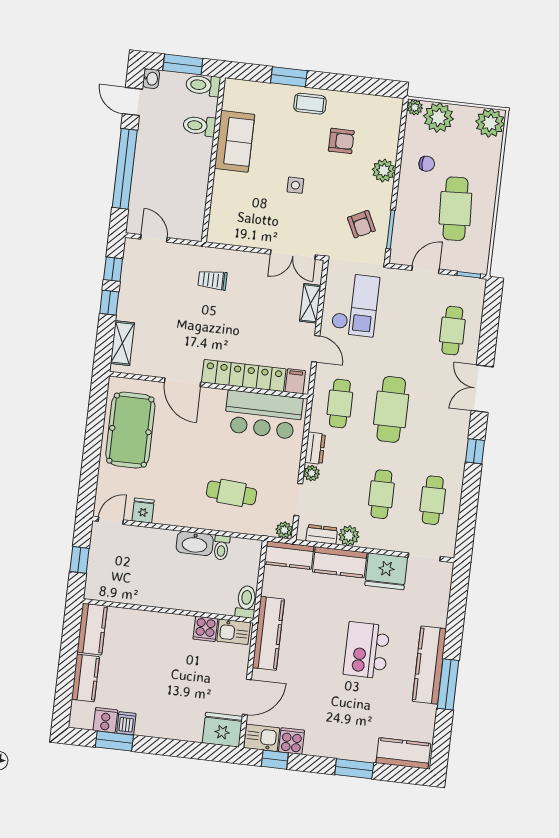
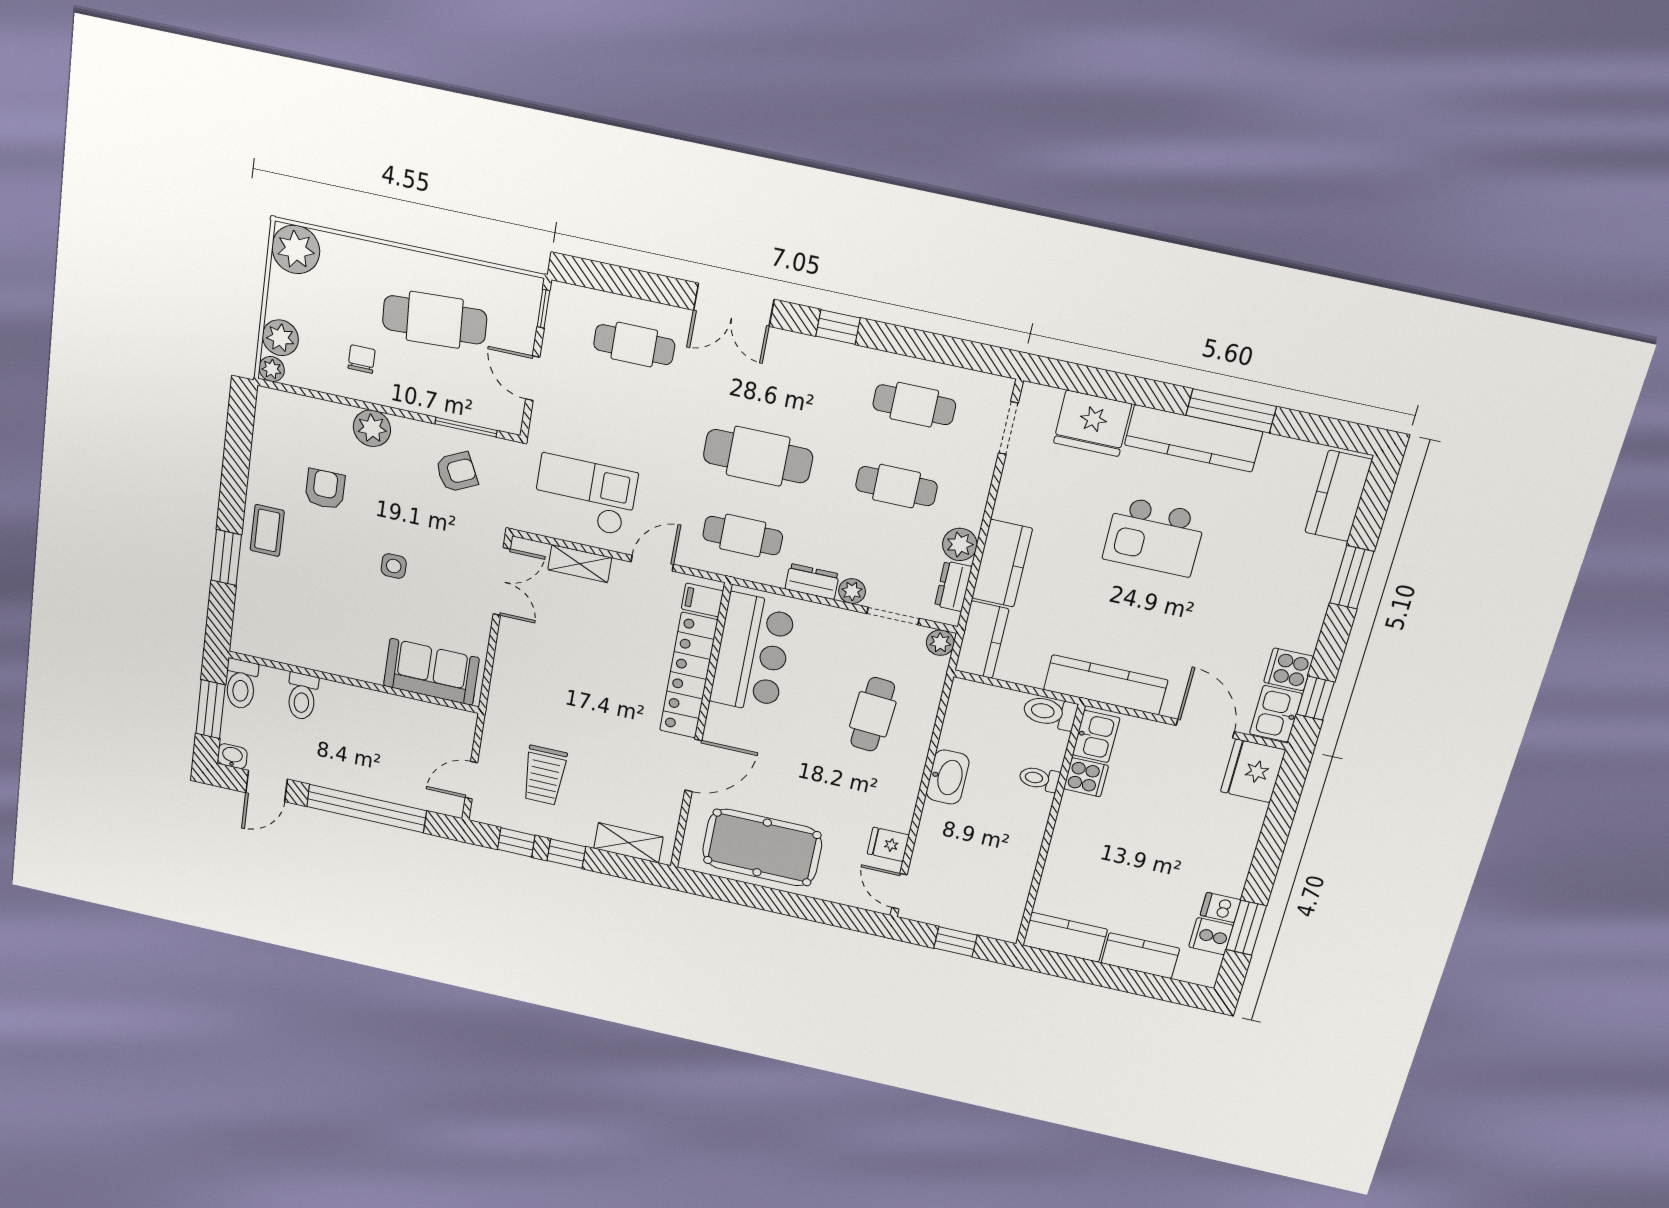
plant: (438, 117) -> (280, 338), width x0.73, depth x0.73
sofa: (235, 141) -> (431, 672), moved
trolley: (212, 280) -> (544, 775), moved, width x1.36, depth x1.39
toilet: (221, 548) -> (1039, 779), moved, turned 180
fridge: (386, 571) -> (1092, 423), moved, turned 90

